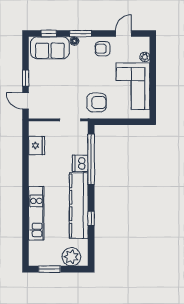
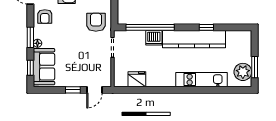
plant: (71, 257) -> (243, 72), moved

